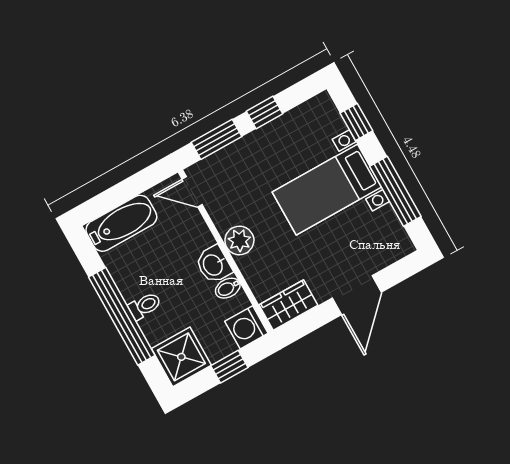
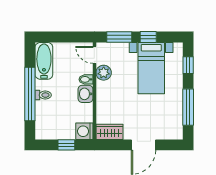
bed with nightstands: (327, 190) -> (151, 68), moved, turned -90
bathtub: (121, 223) -> (44, 61), moved, turned -90
plant: (239, 240) -> (104, 73), moved
bidet: (228, 288) -> (86, 79), moved
shower: (181, 357) -> (47, 128), removed

